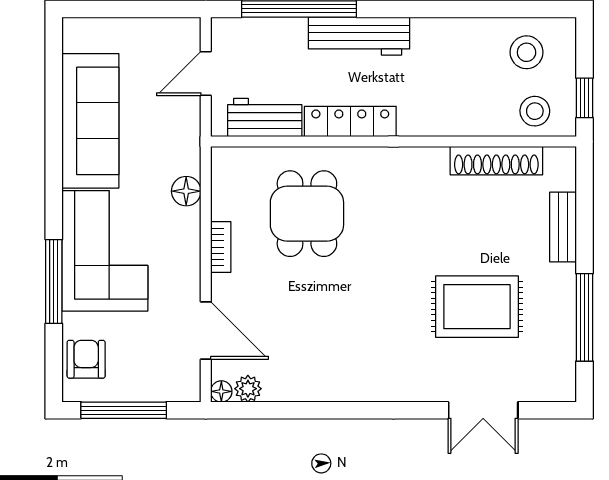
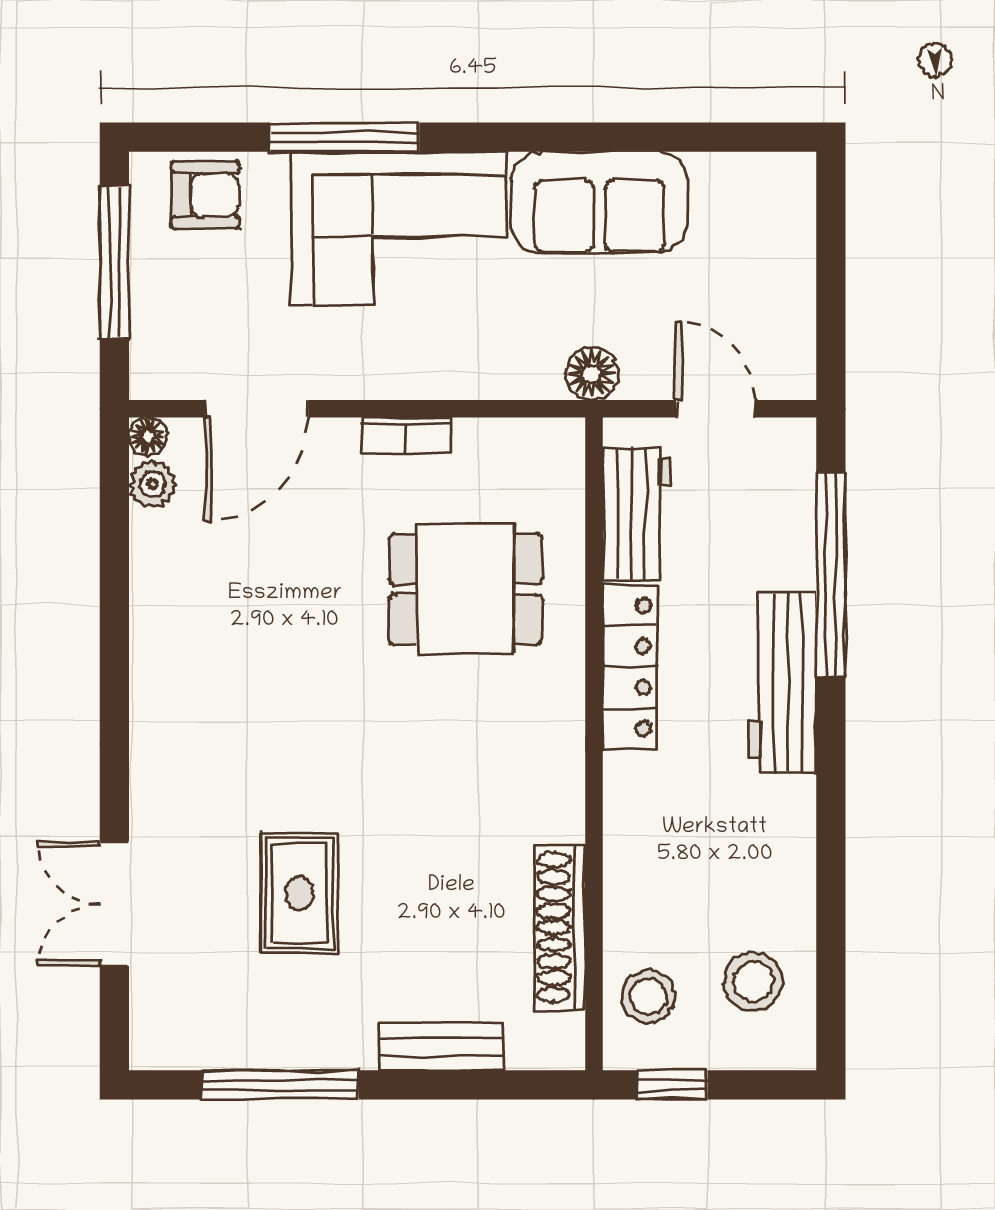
sofa: (90, 121) -> (599, 203), width x0.73
floor lamp: (186, 191) -> (592, 374), moved
rug: (477, 307) -> (299, 893), width x0.73, depth x0.70

